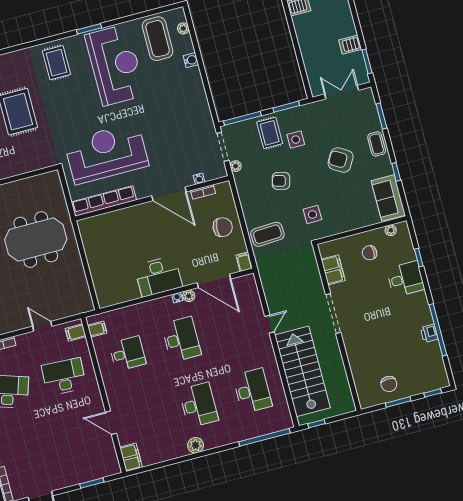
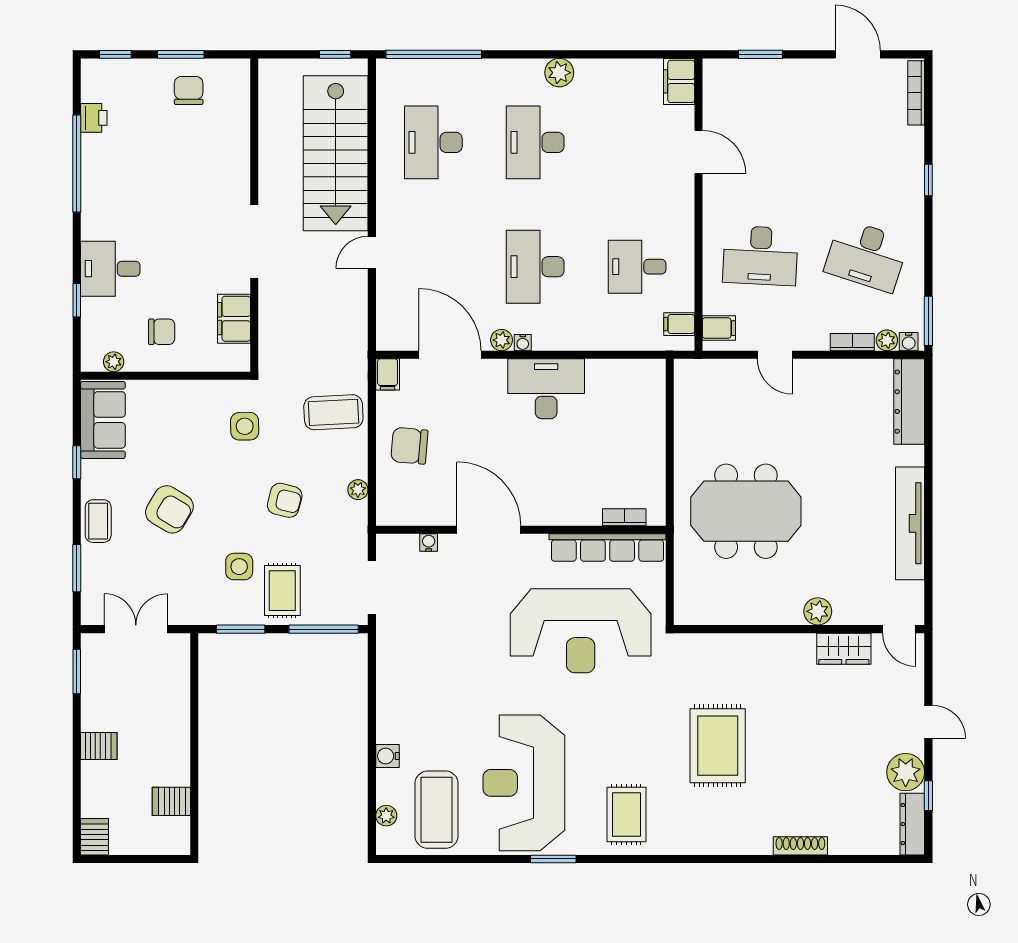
server rack: (350, 45) -> (99, 746), moved
double door: (342, 92) -> (136, 629), swing flipped
plant: (236, 166) -> (358, 490), moved
bookcase: (203, 192) -> (624, 517), moved
printer: (429, 333) -> (94, 118), moved

